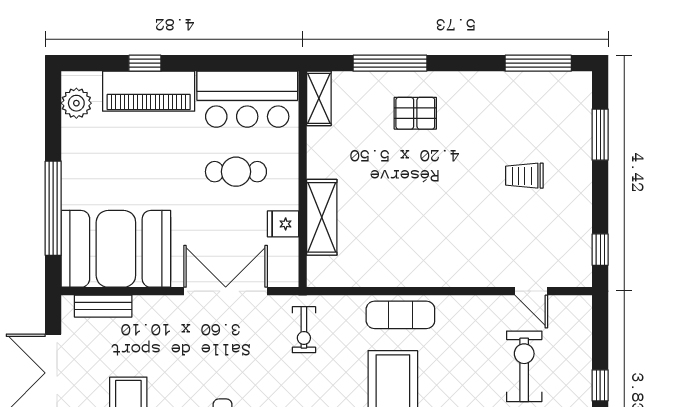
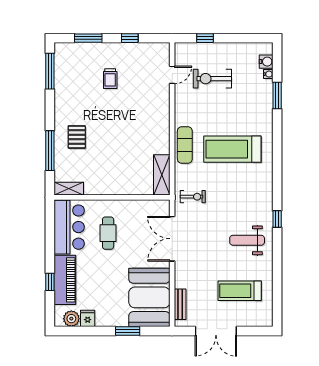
window: (53, 208) -> (128, 331), width x0.47
shelving: (322, 217) -> (162, 175), moved, turned 90
fridge: (283, 224) -> (88, 318), moved, turned 180
window: (600, 250) -> (130, 38), moved
window: (600, 385) -> (205, 38), moved

